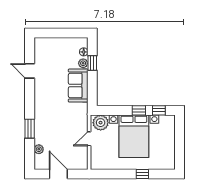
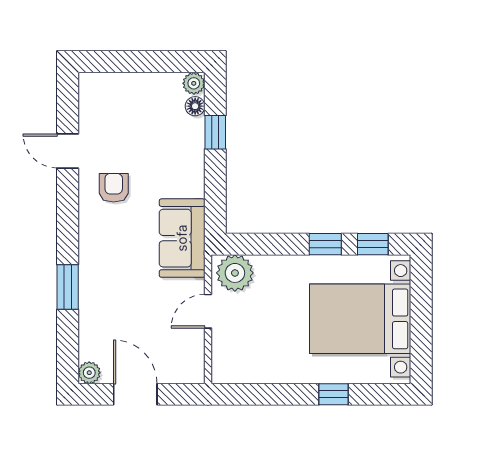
plant: (83, 63) -> (194, 83), moved
armchair: (49, 86) -> (114, 188), added
sofa: (78, 86) -> (182, 238), moved
bed with nightstands: (134, 136) -> (360, 319), moved, turned 90
plant: (39, 149) -> (89, 373), moved

